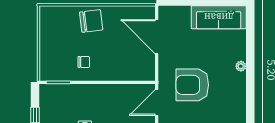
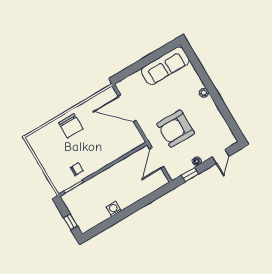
chair: (91, 21) -> (71, 126), turned 97
chair: (84, 62) -> (77, 169), moved

